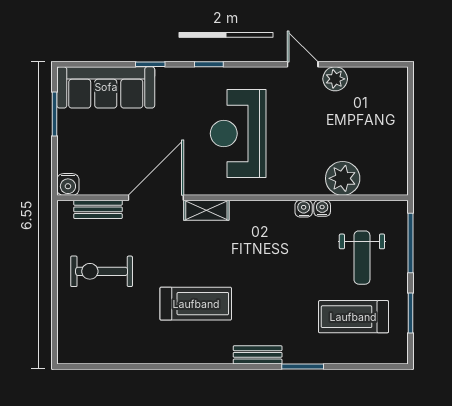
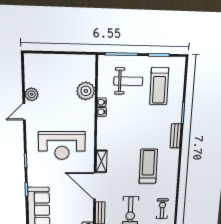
exercise bike: (105, 337) -> (162, 209), added

